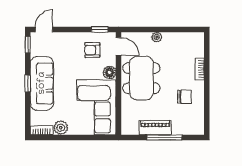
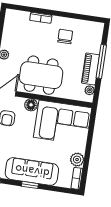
plant: (133, 130) -> (90, 90), added

